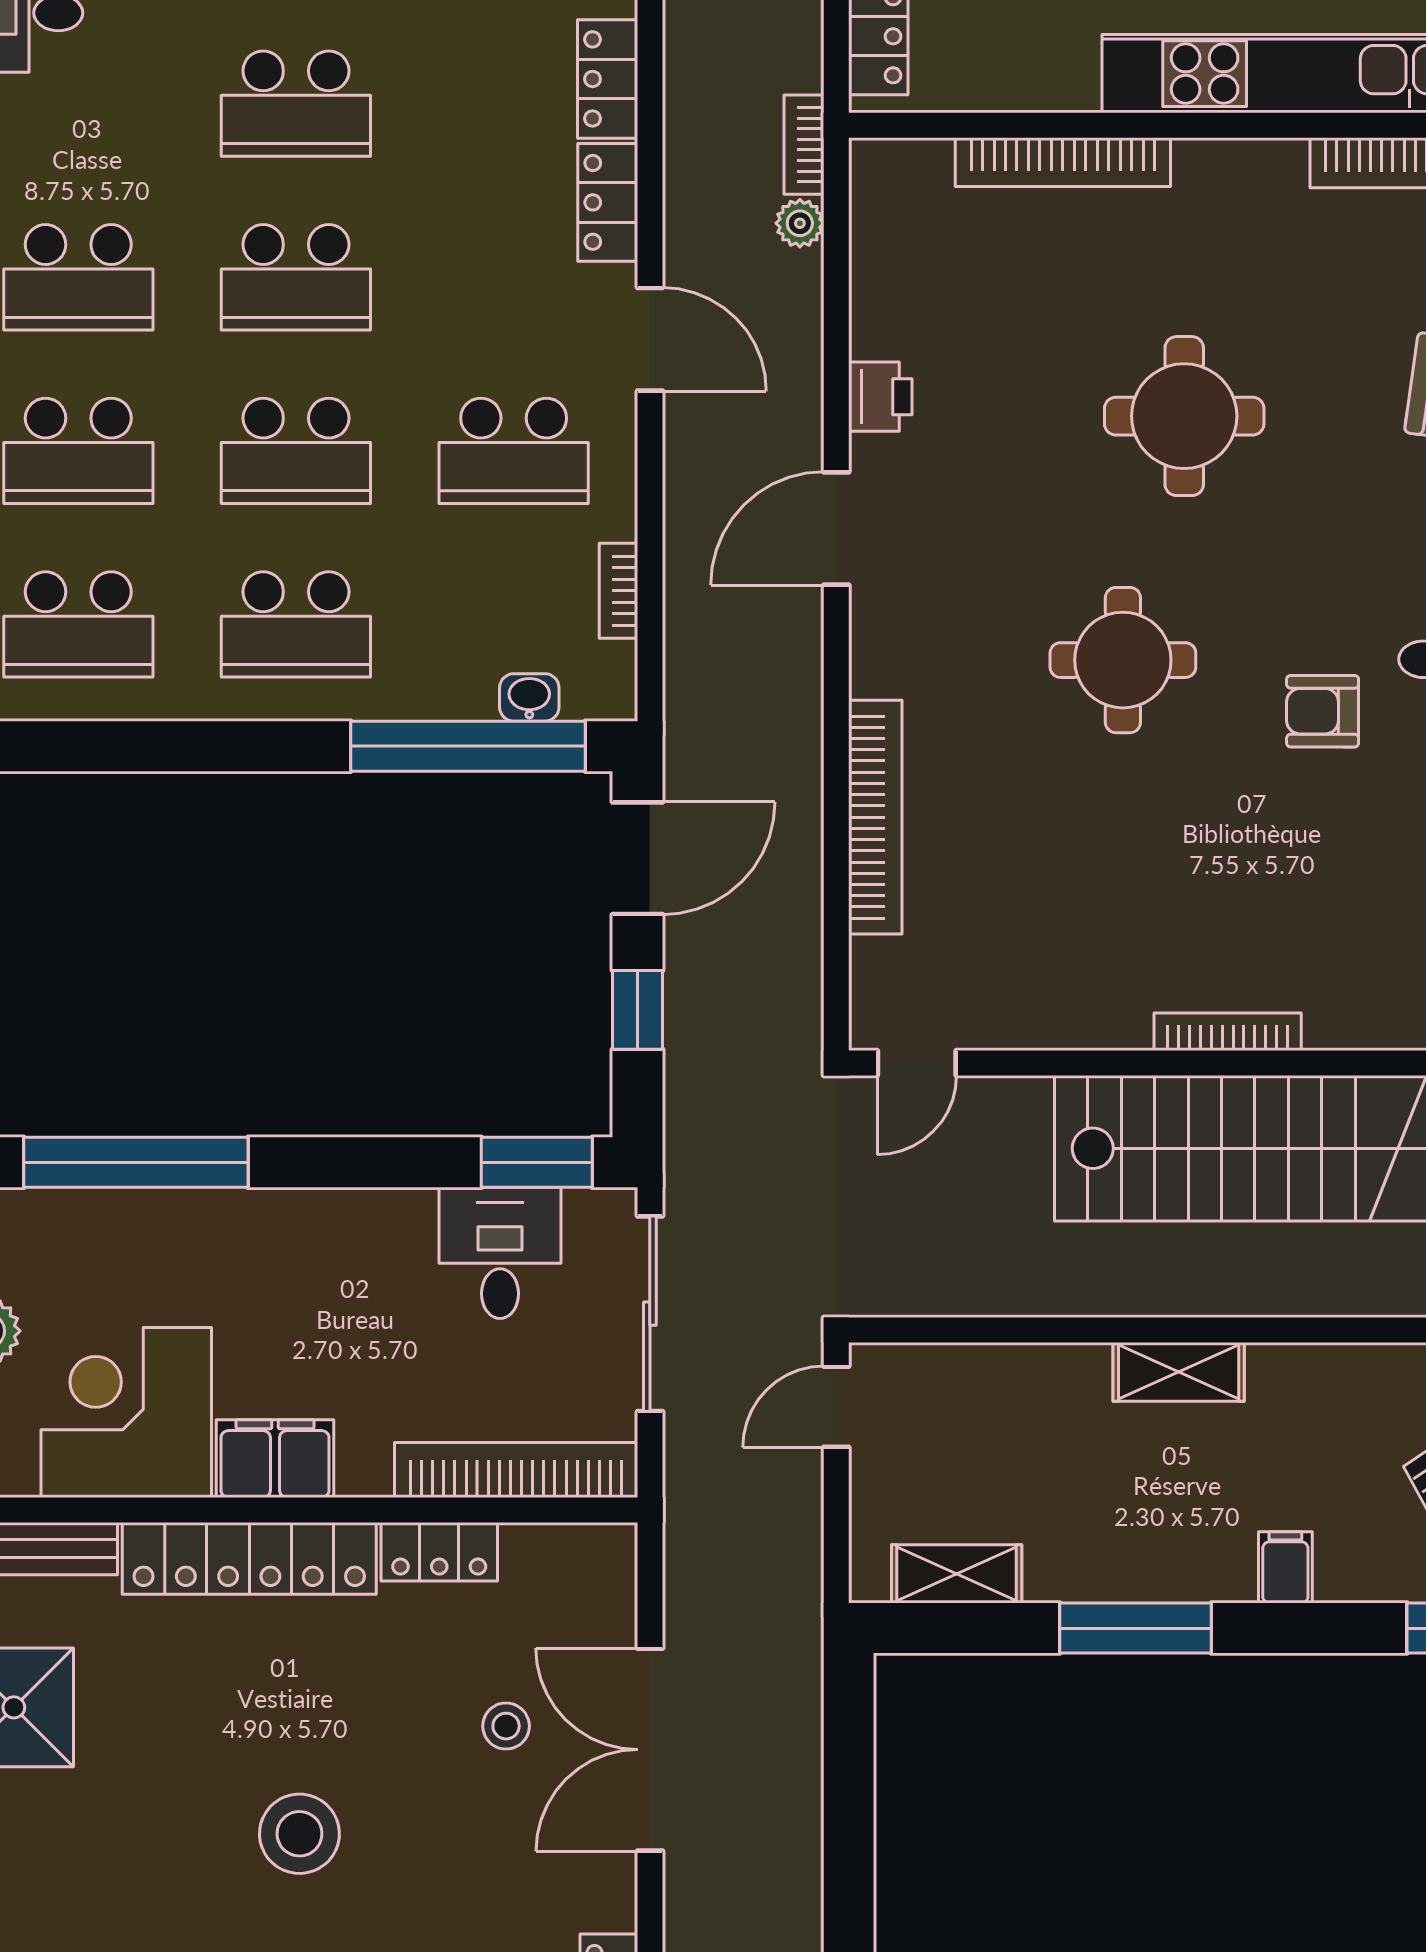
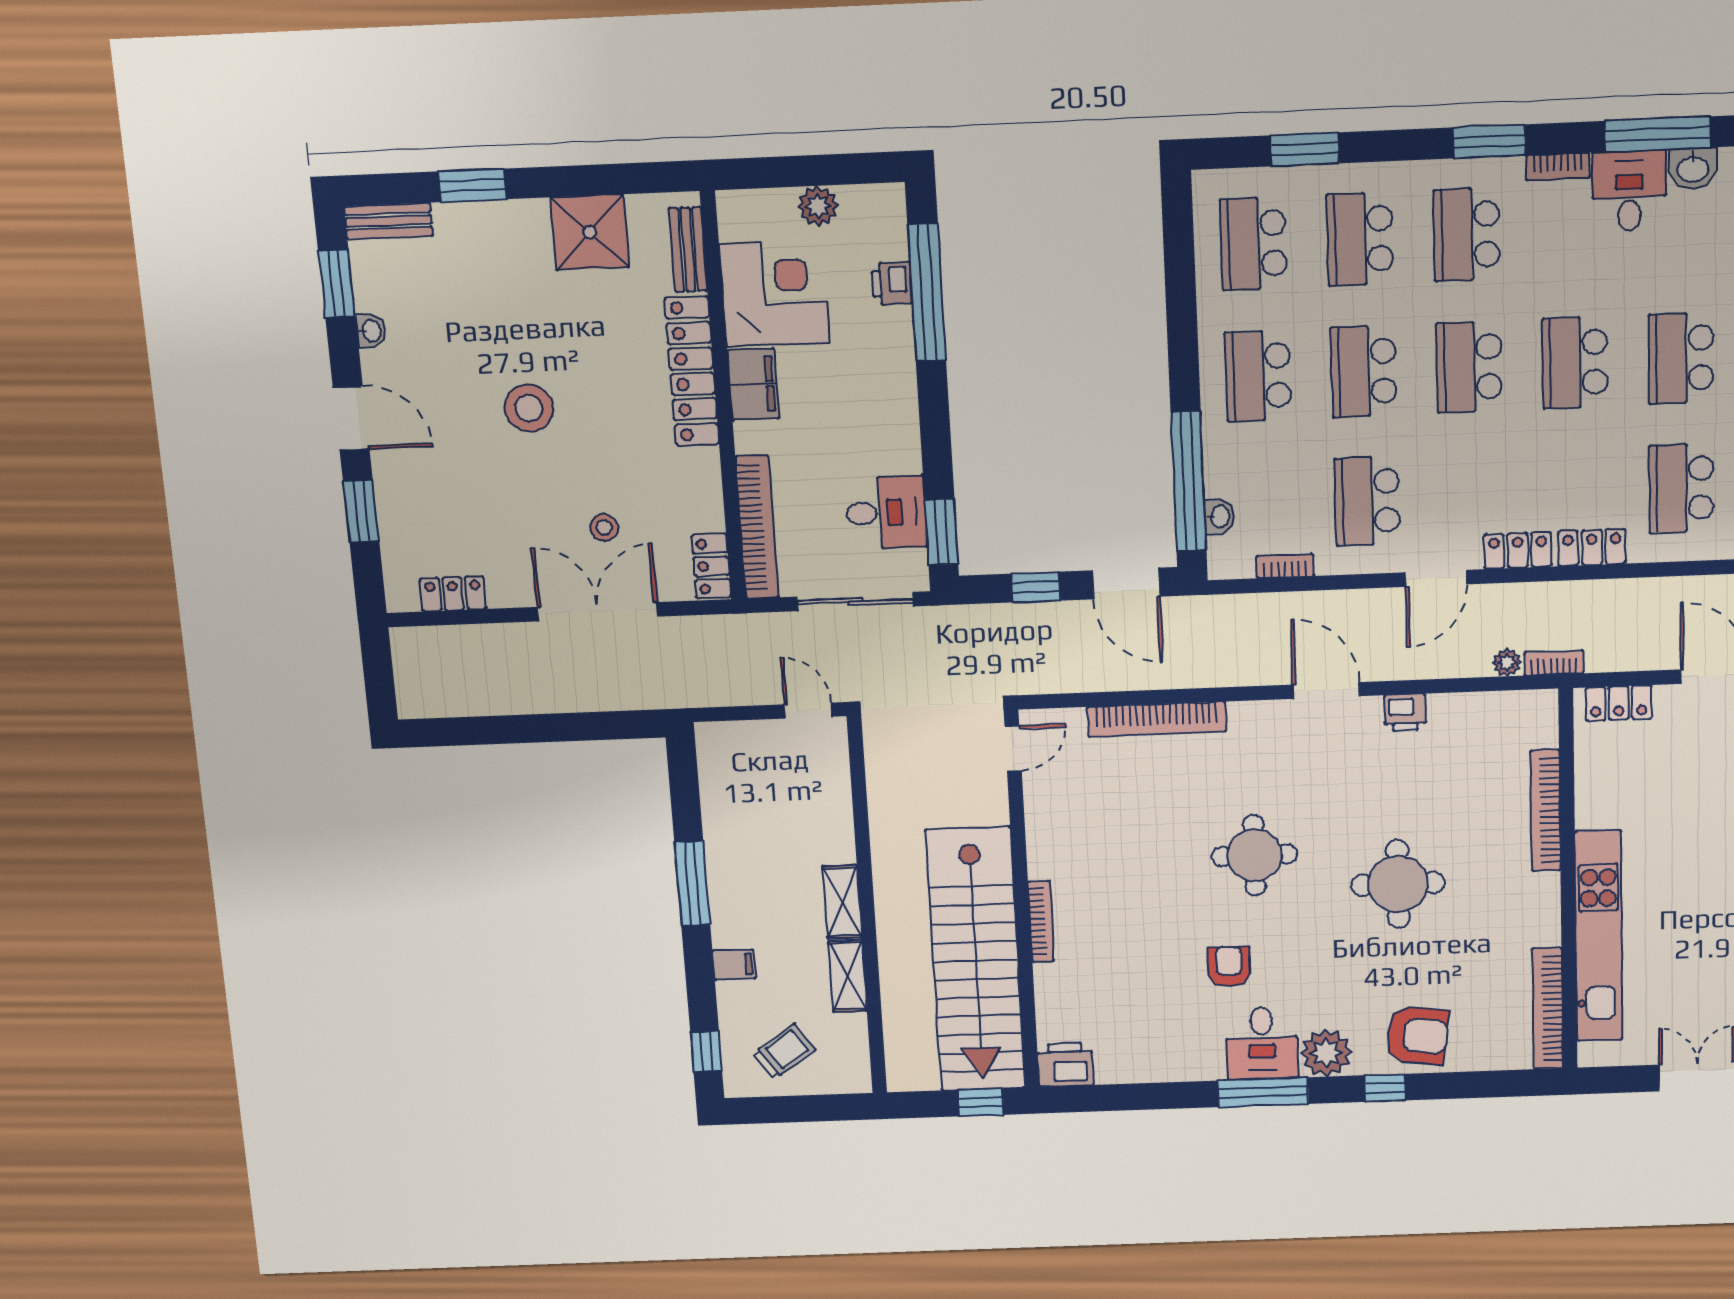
door: (917, 1063) -> (1013, 748), swing flipped
printer: (118, 1219) -> (892, 283), added
locker: (439, 1552) -> (711, 566), moved
shelving: (957, 1574) -> (848, 976), moved

